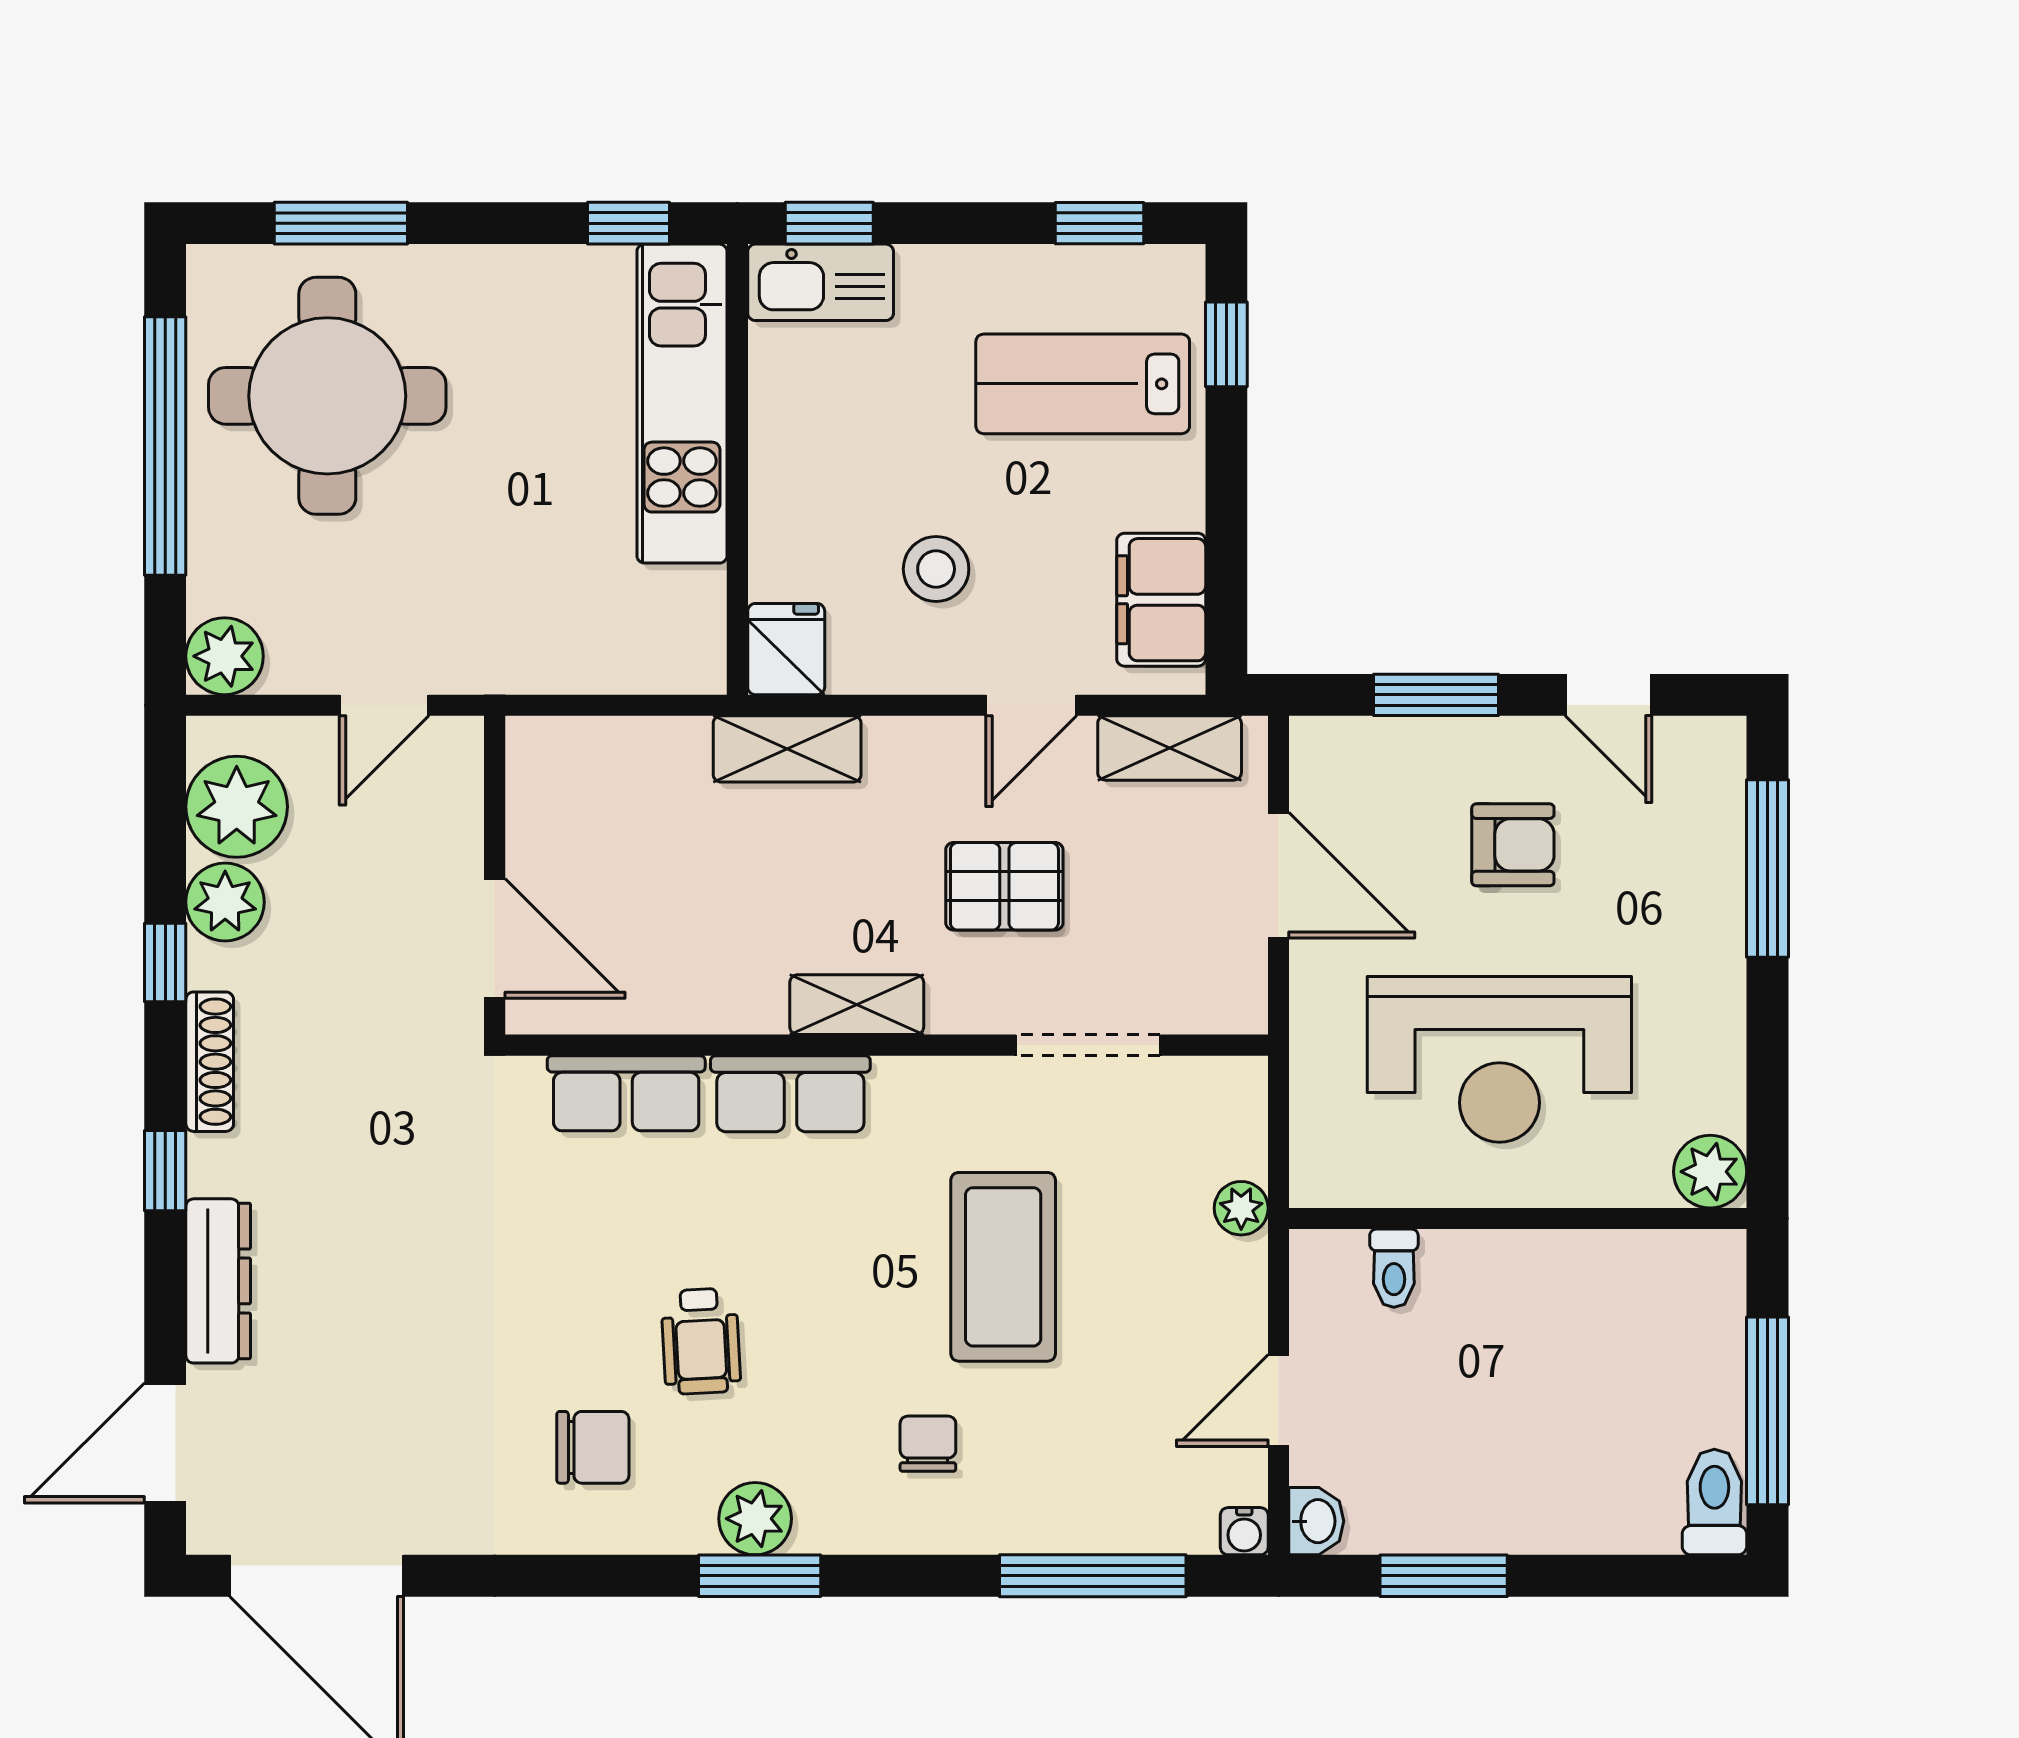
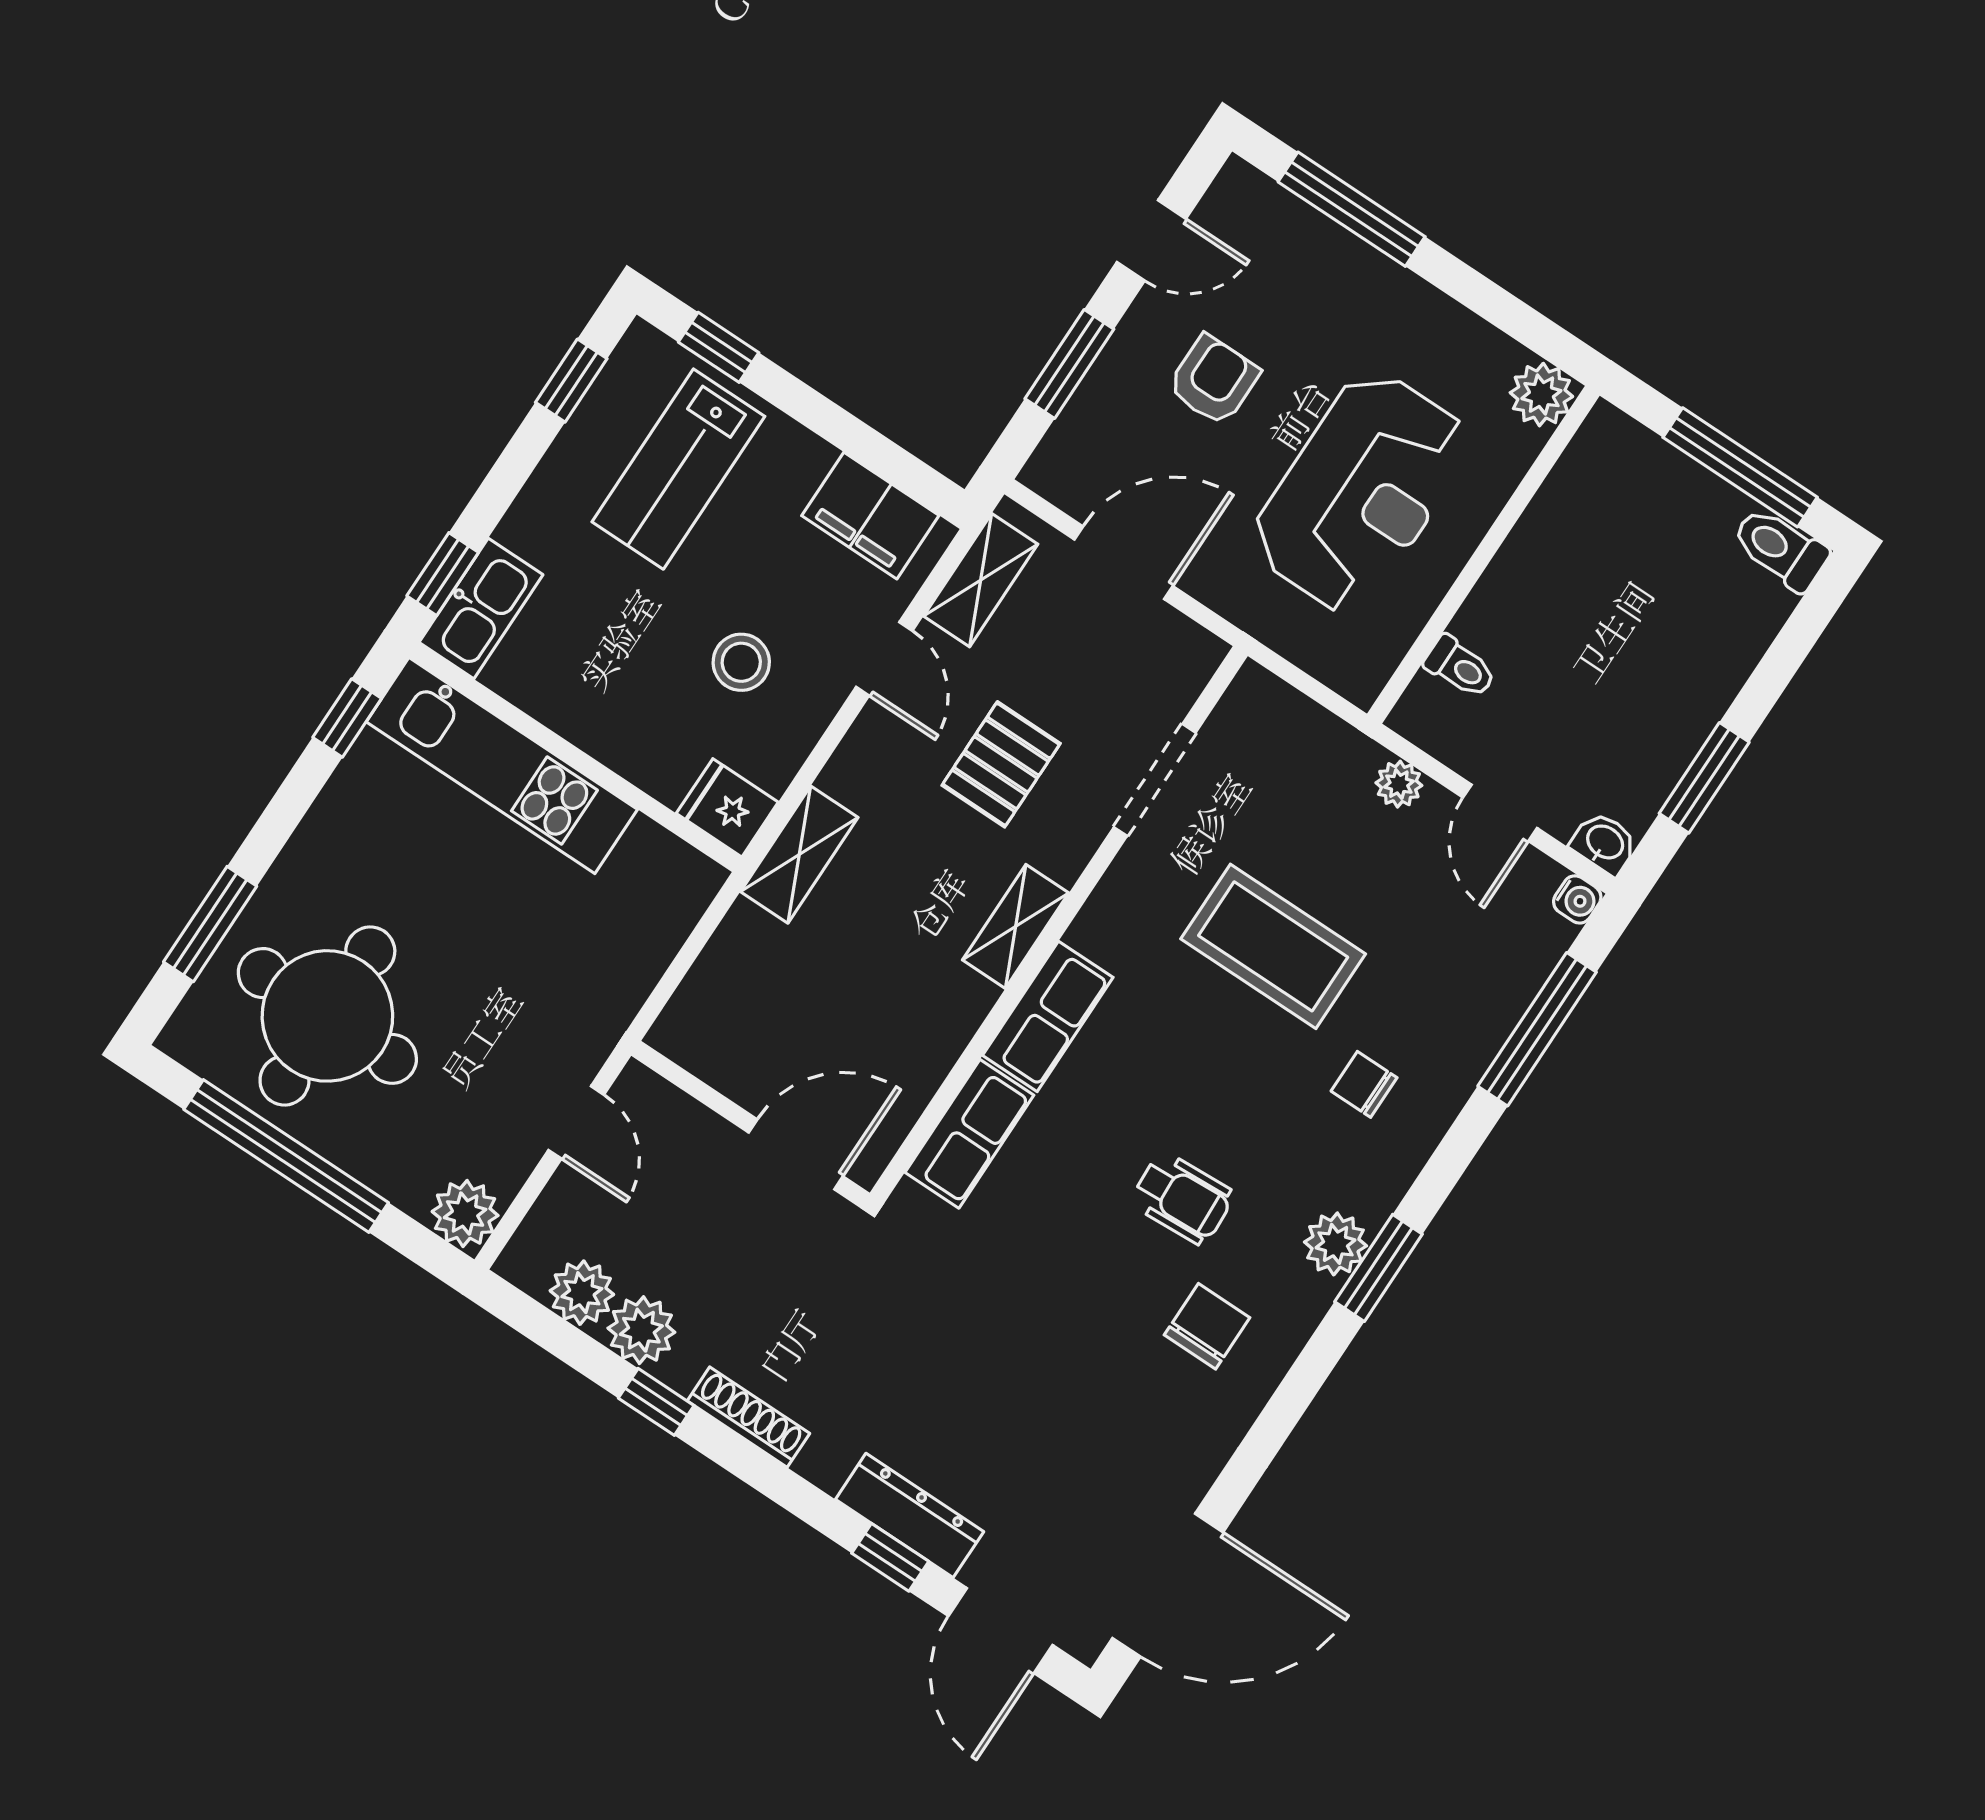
plant: (237, 807) -> (582, 1293), width x0.73, depth x0.73
window: (165, 1171) -> (890, 1557), moved
plant: (1241, 1208) -> (1399, 784), moved

